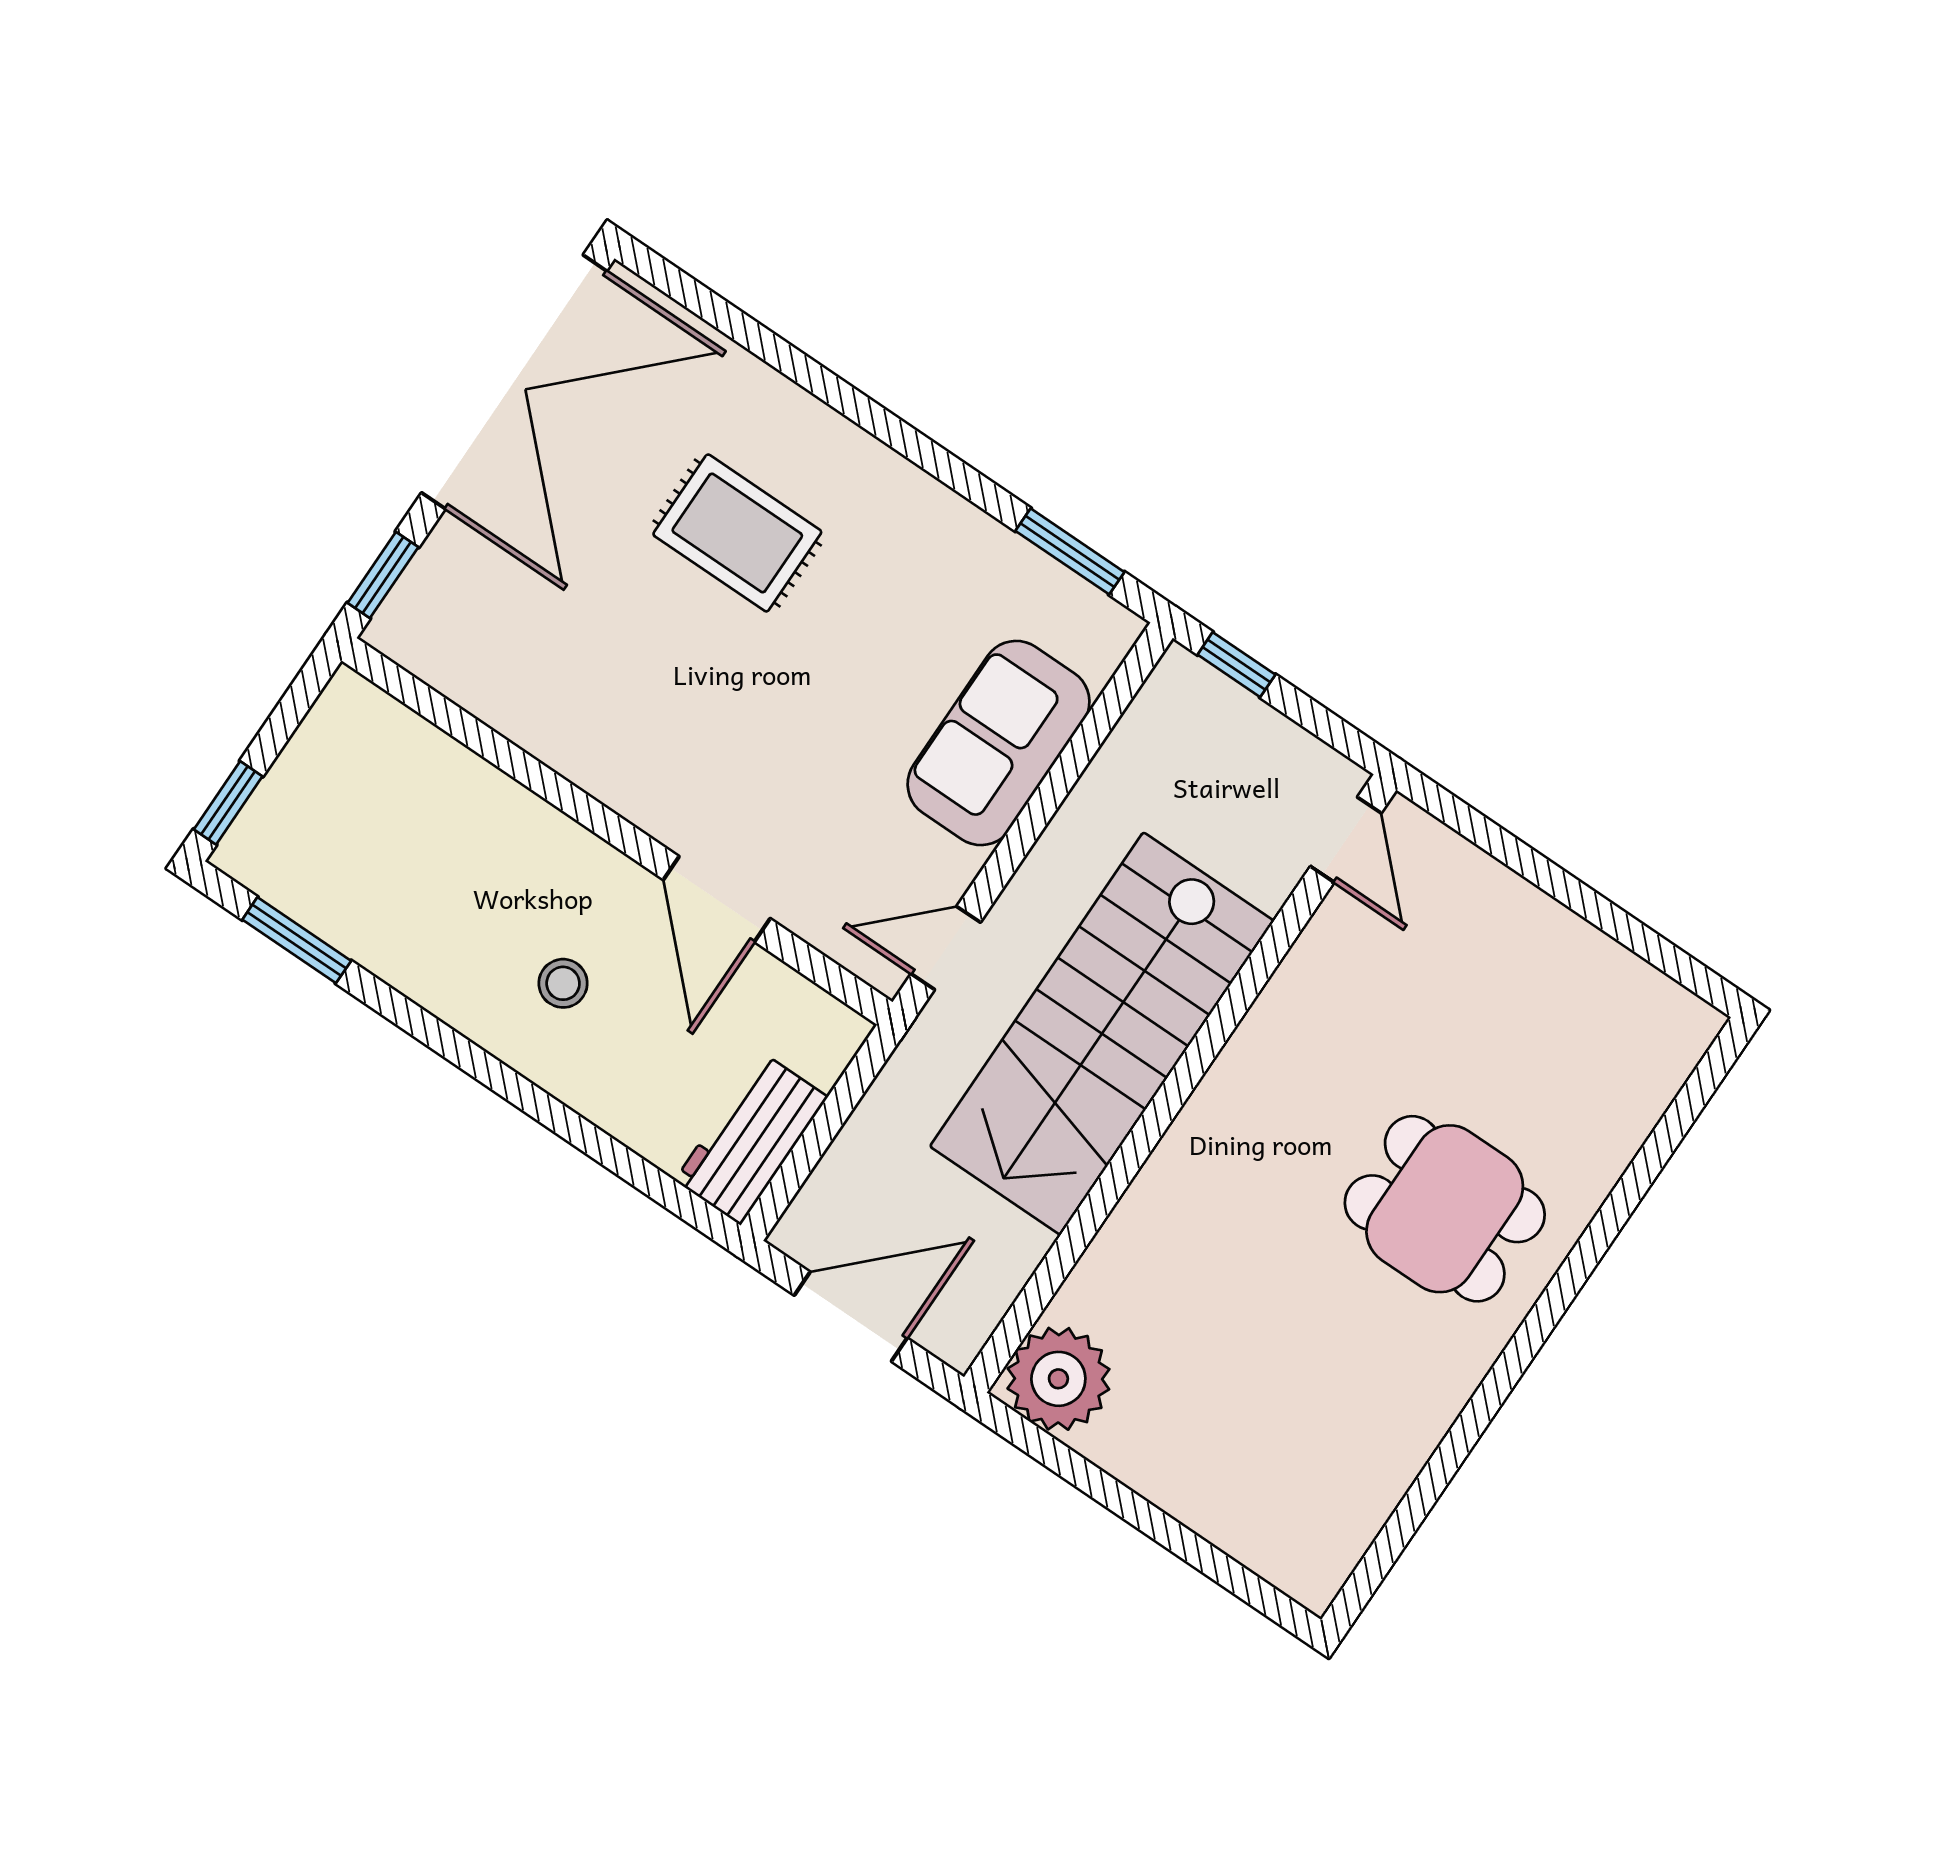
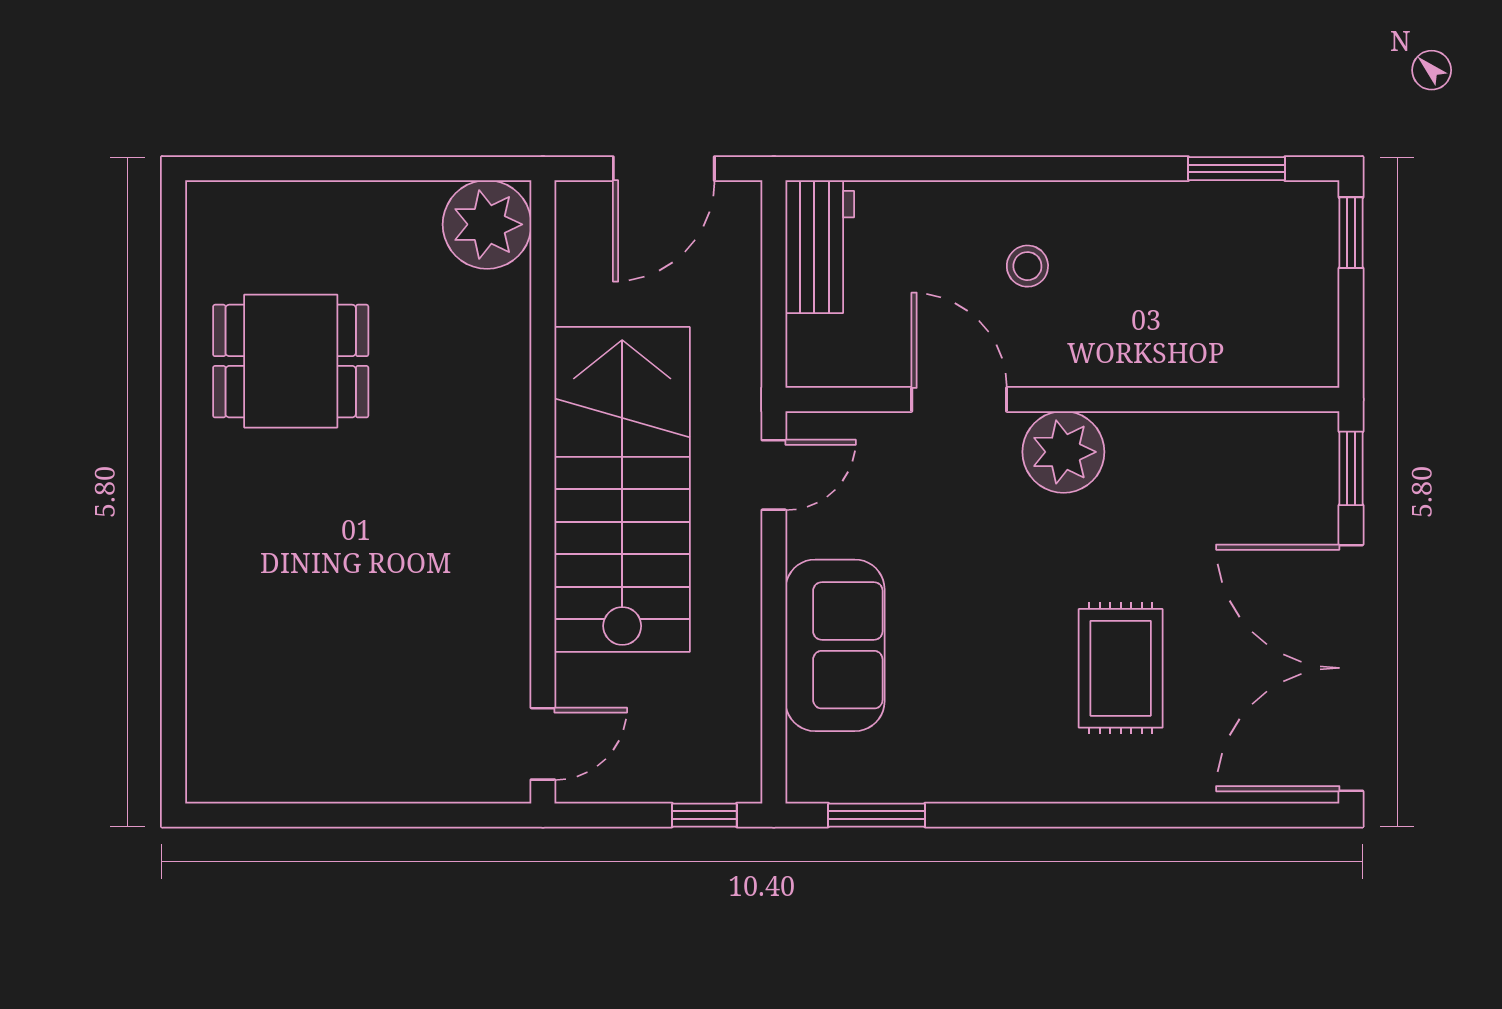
rug: (737, 533) -> (1121, 668), turned 90
plant: (650, 780) -> (1063, 452), added
door: (1346, 840) -> (543, 744), swing flipped
dining table: (1445, 1209) -> (291, 361), moved

